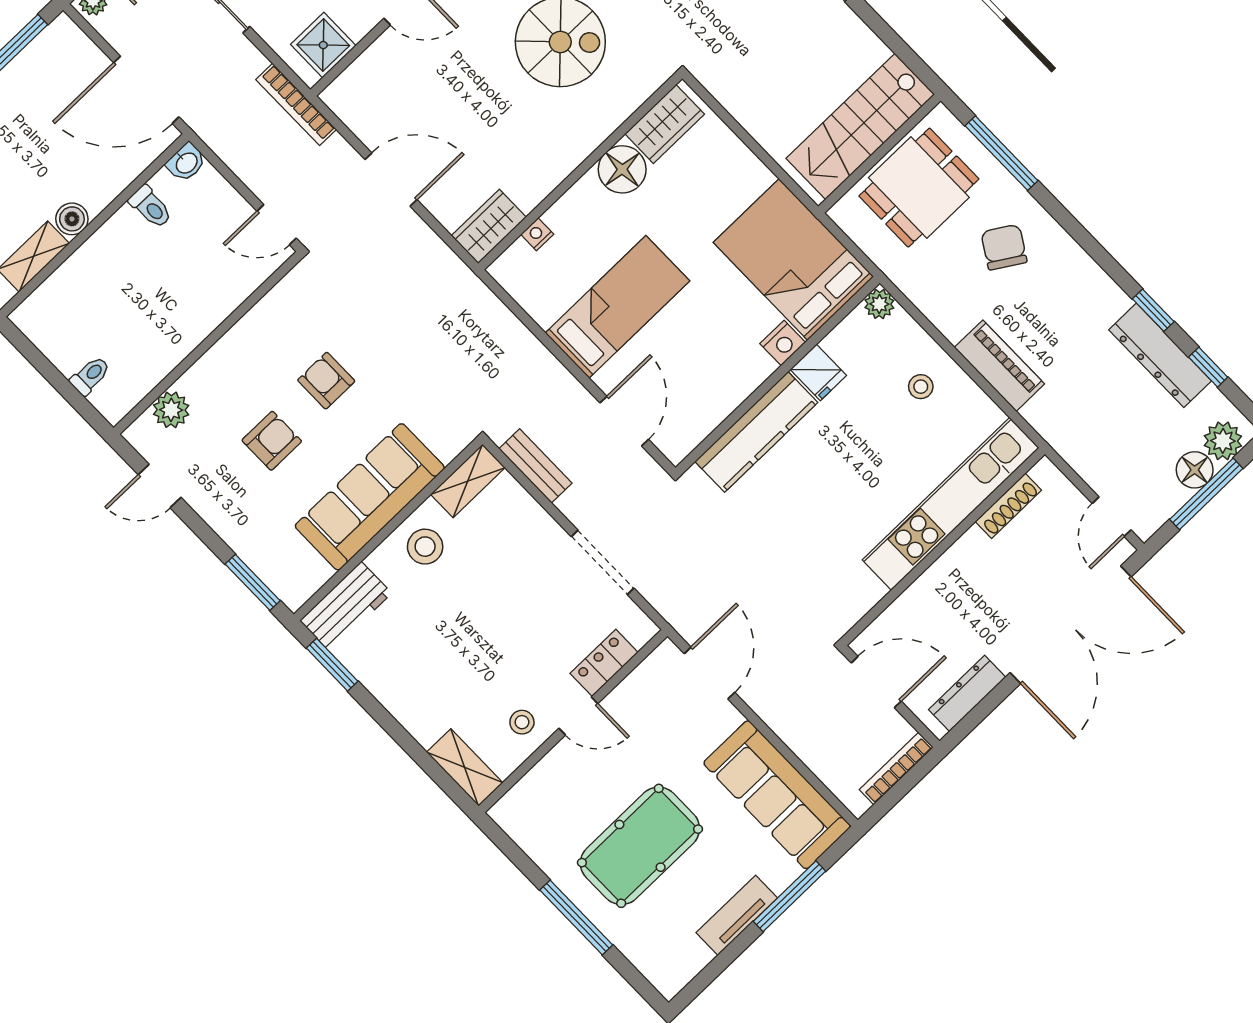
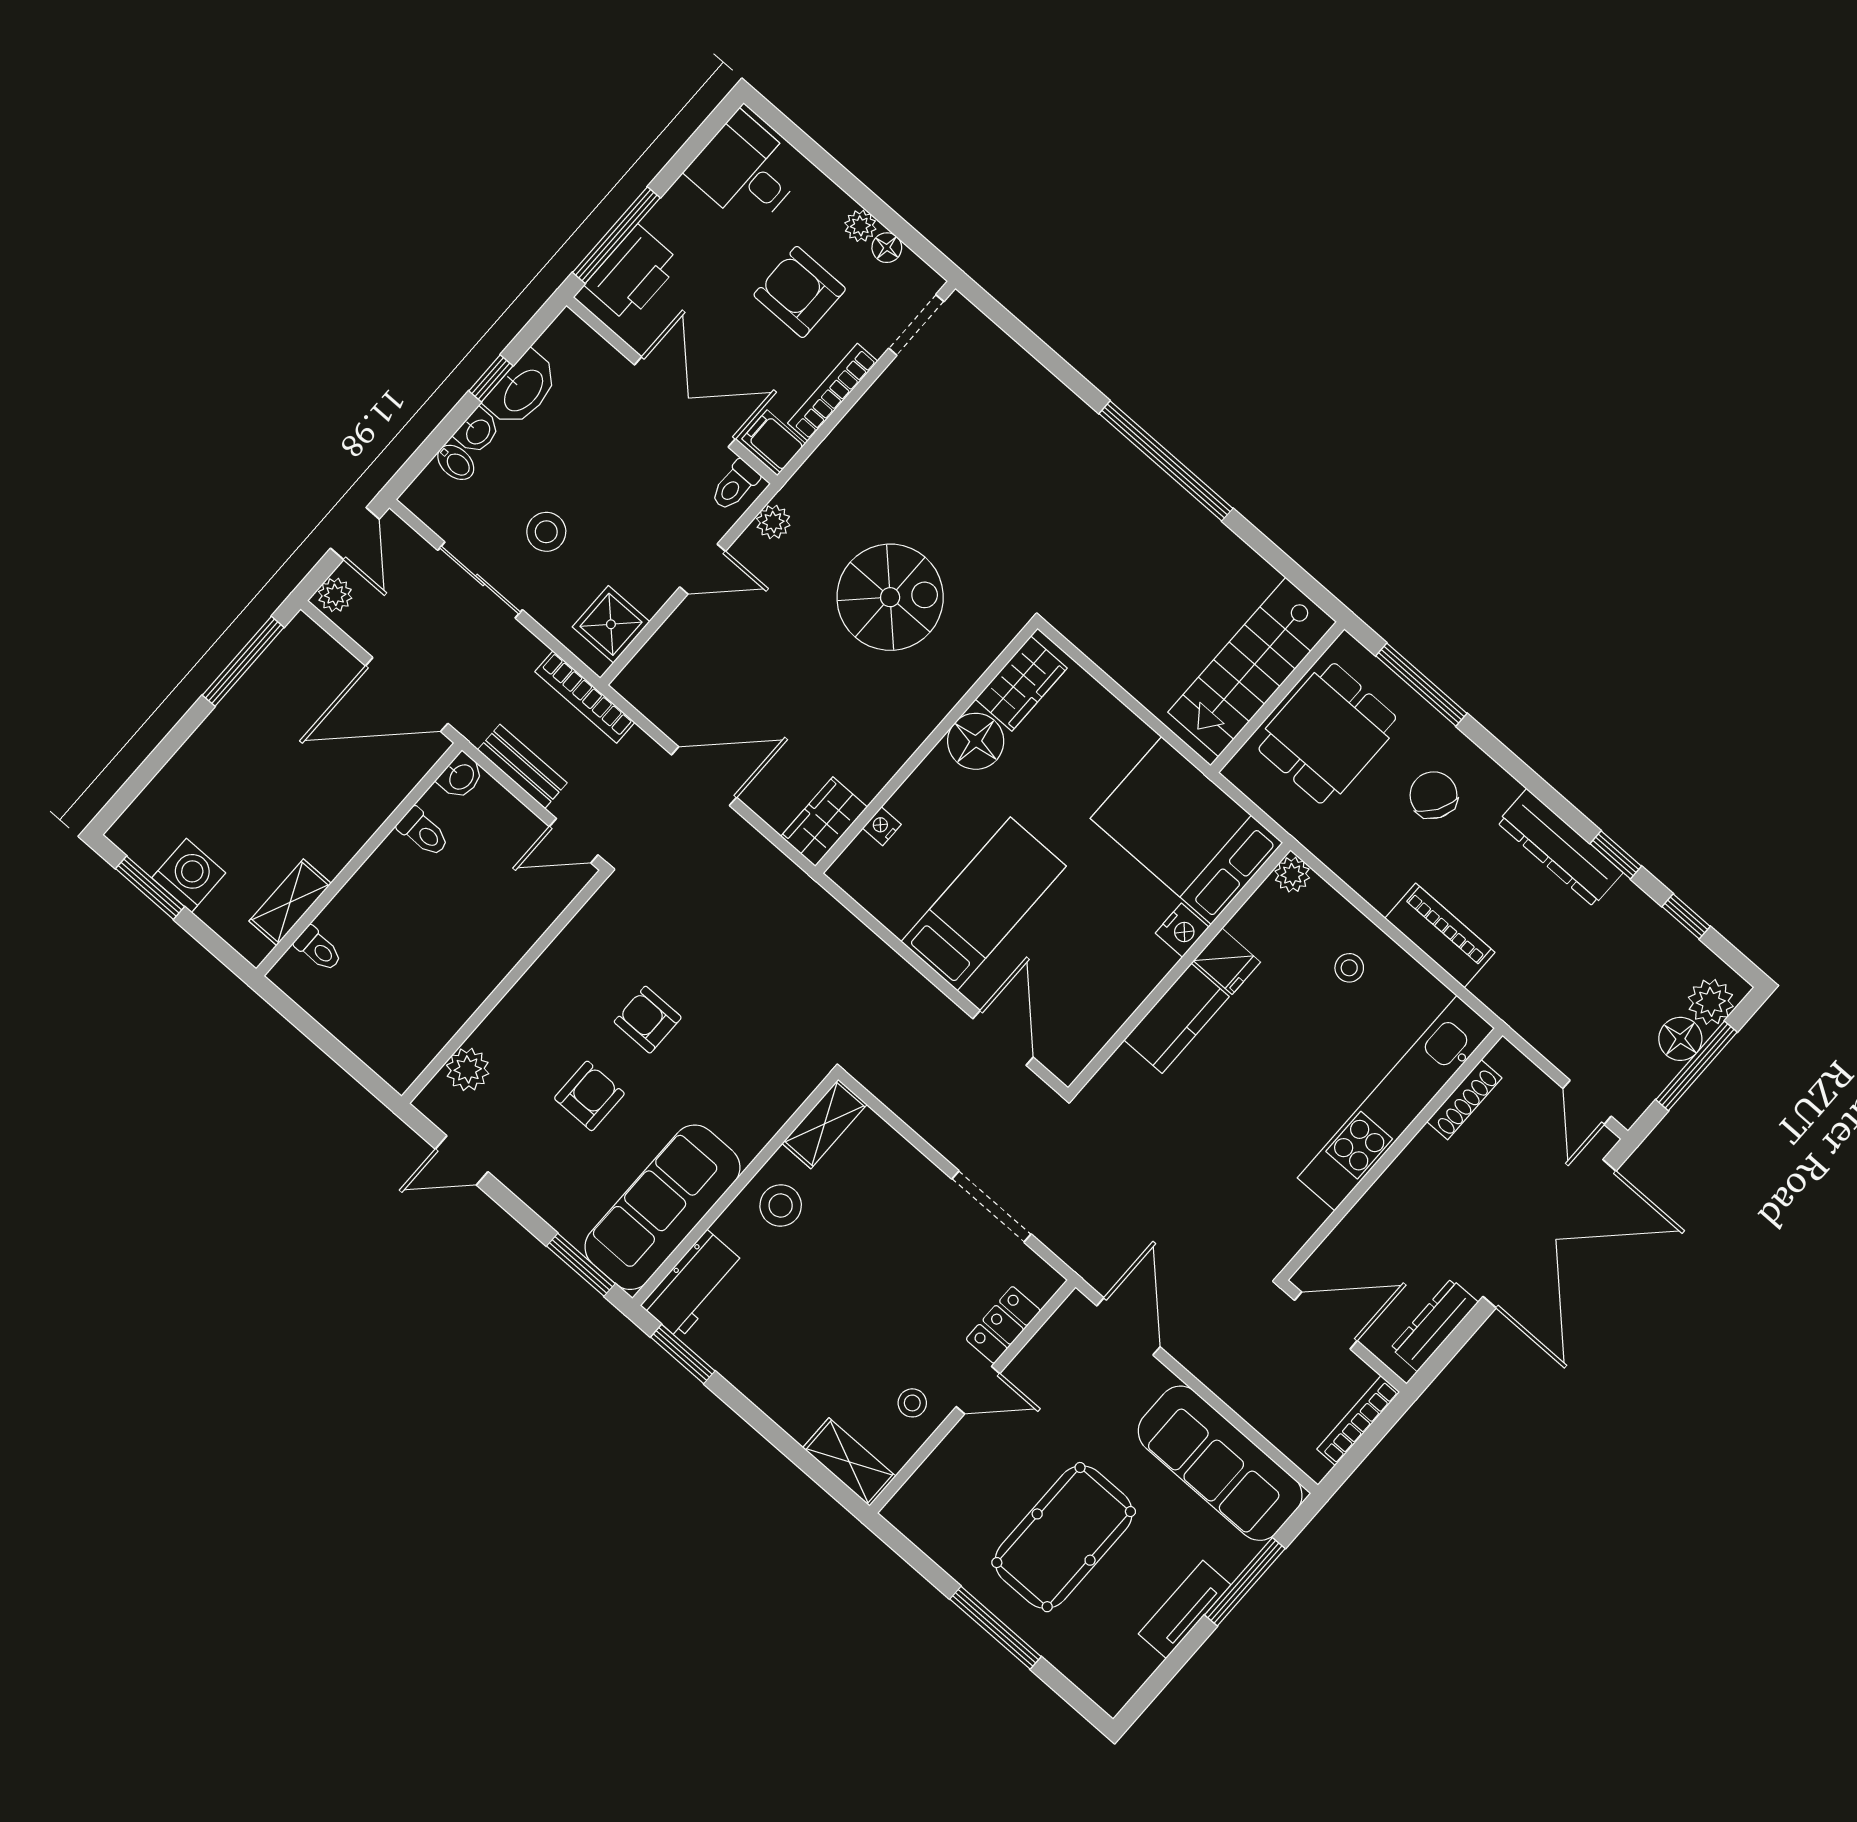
boiler: (72, 219) -> (332, 854), removed
dresser: (1160, 355) -> (1560, 848), moved
toilet: (90, 376) -> (318, 949), moved, turned 90
kitchen counter: (756, 432) -> (1177, 1018), width x0.67
bench: (535, 466) -> (522, 766), moved
sofa: (370, 497) -> (662, 1207), moved

